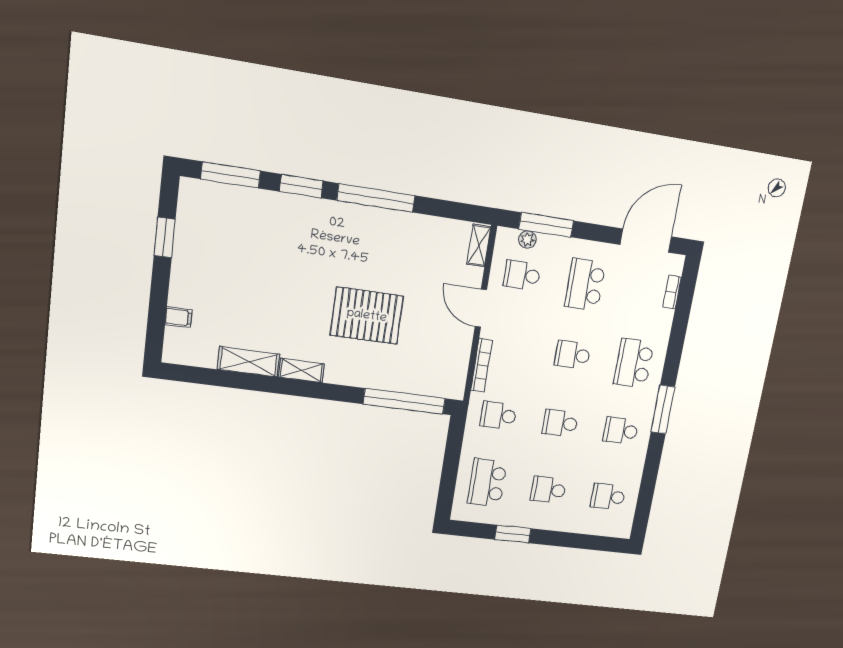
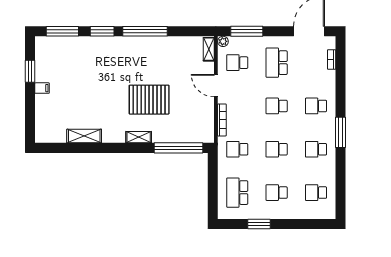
plant: (527, 239) -> (223, 41), moved
filing cabinet: (178, 317) -> (42, 88), moved
school desk: (634, 363) -> (316, 106), width x0.54
shelving: (301, 370) -> (139, 137), moved

